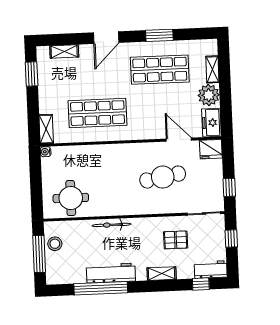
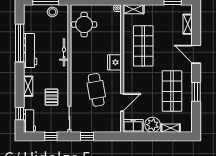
fridge: (211, 149) -> (114, 62), moved

